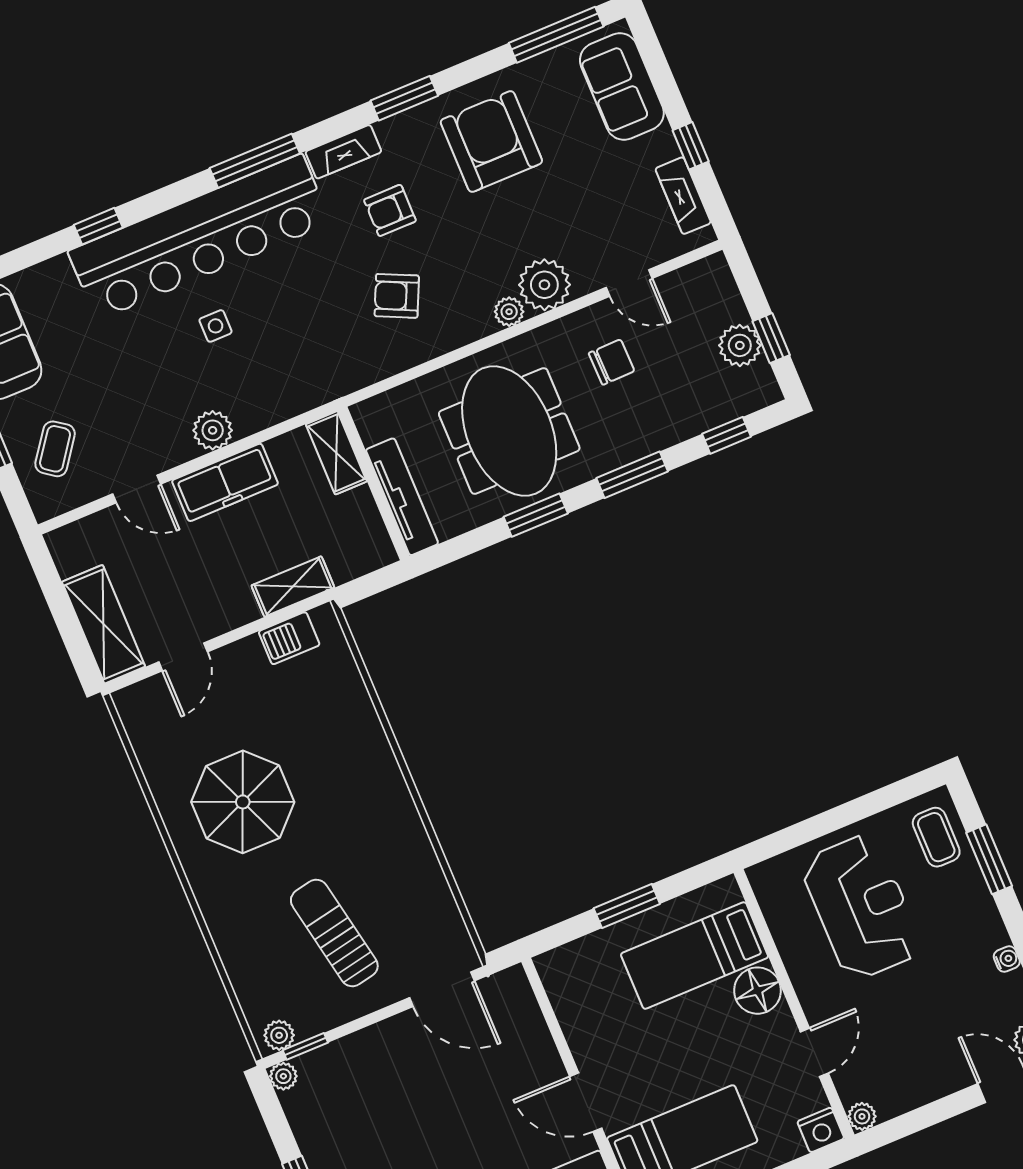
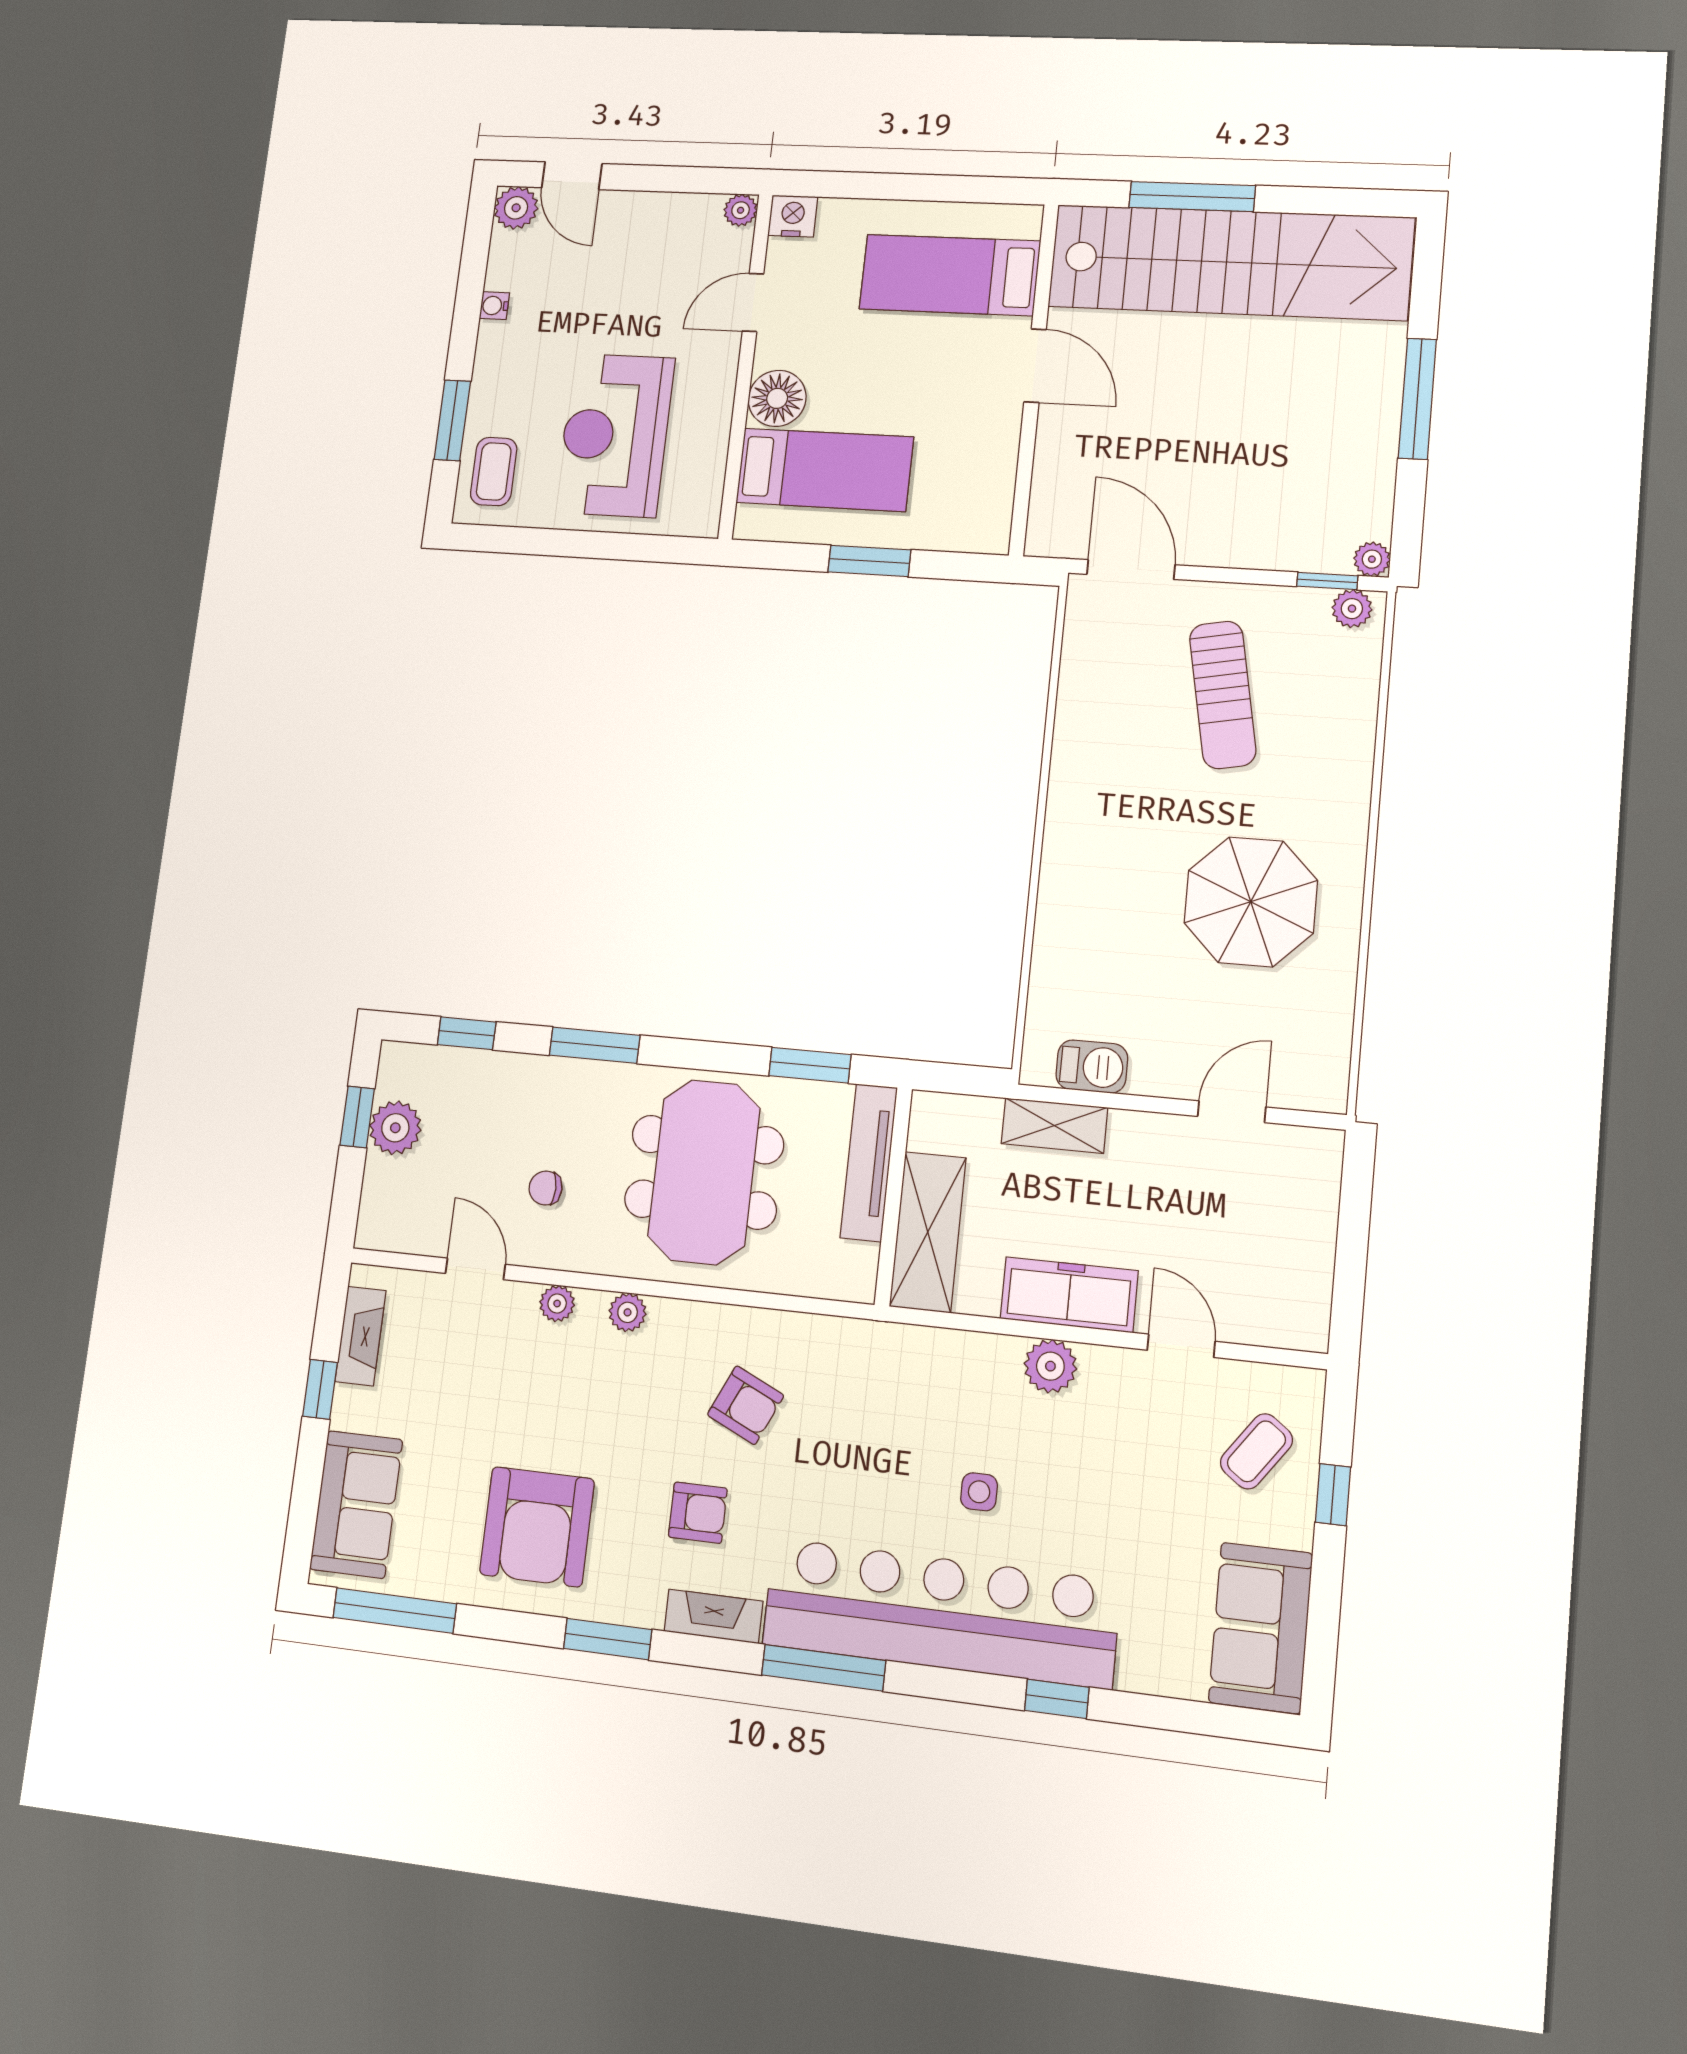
plant: (544, 285) -> (557, 1303), width x0.53, depth x0.53
chair: (612, 362) -> (546, 1188), width x0.73, depth x0.73
shelving: (336, 453) -> (928, 1232), width x1.50, depth x1.33
window: (536, 515) -> (810, 1065), moved
shelving: (104, 624) -> (1309, 1203), removed

